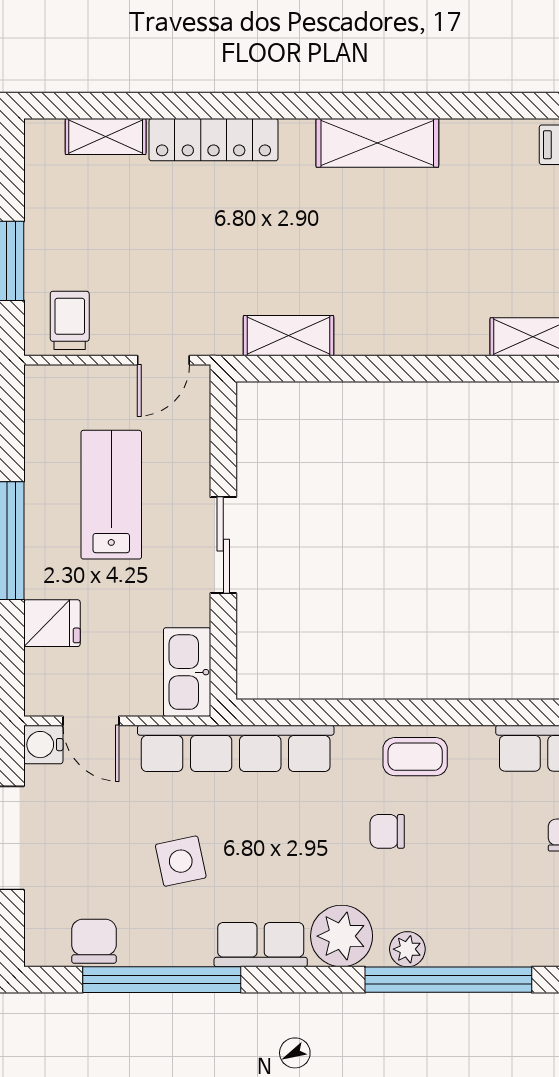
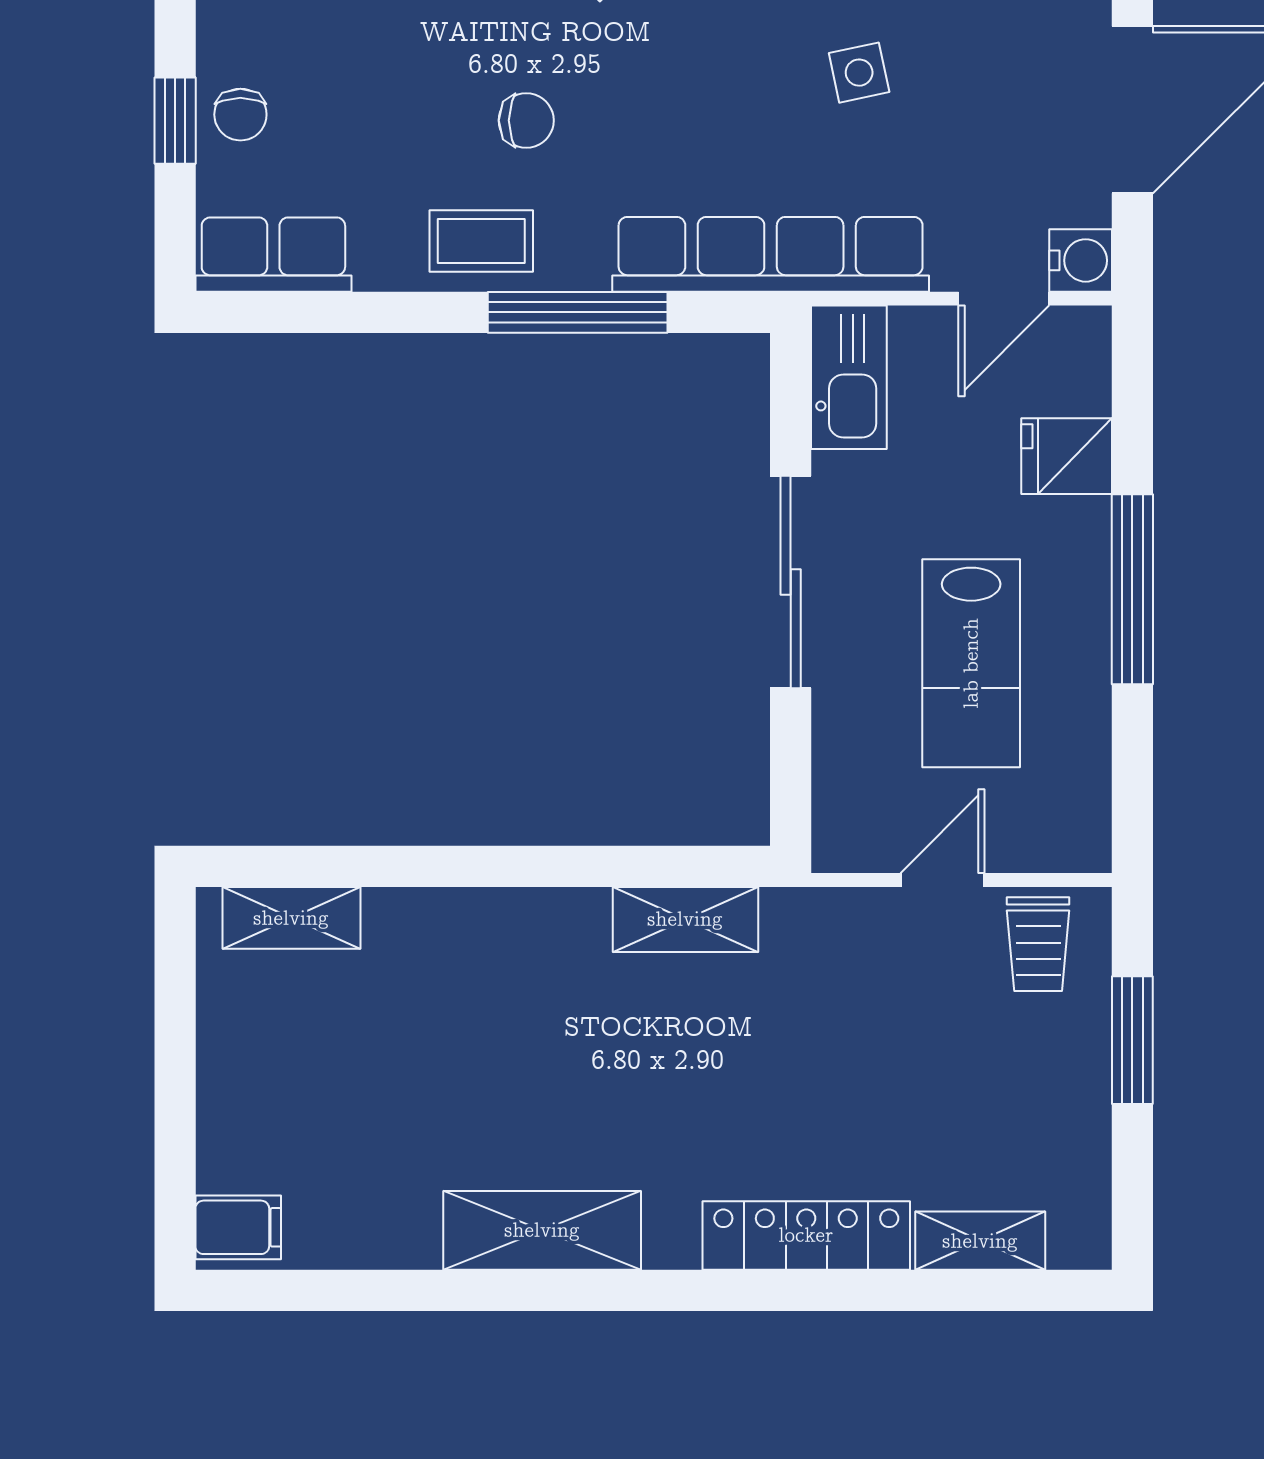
door: (163, 360) -> (942, 880), moved
sliding door: (223, 545) -> (791, 582), width x1.37
window: (355, 712) -> (578, 312), added
door: (91, 721) -> (1004, 299), swing flipped
side table: (181, 861) -> (859, 73), width x0.73, depth x0.73

